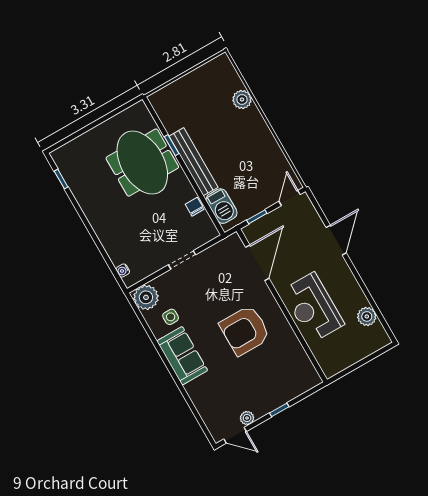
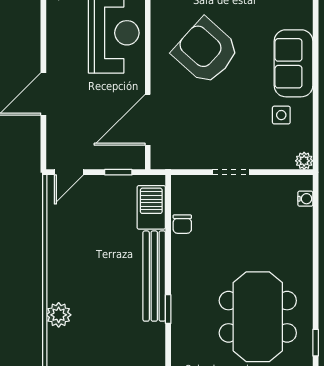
meeting table: (142, 163) -> (258, 317), moved
plant: (146, 297) -> (304, 161), width x0.53, depth x0.53
armchair: (245, 330) -> (206, 51), turned -138

